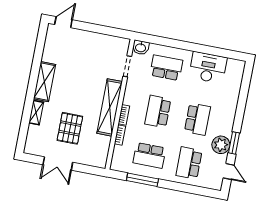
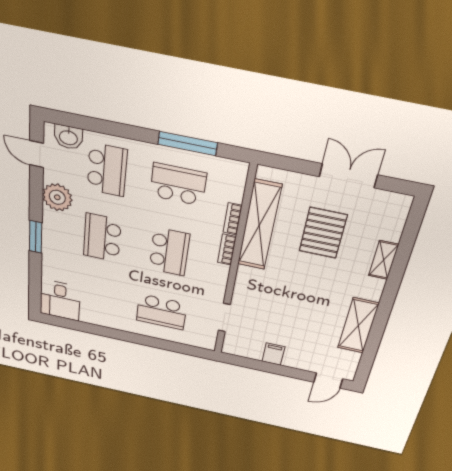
filing cabinet: (98, 40) -> (273, 354), added
washbasin: (141, 47) -> (68, 137), moved, turned 180
desk: (208, 68) -> (60, 300), moved, width x0.73
shelving: (44, 82) -> (358, 326), moved
shelving: (110, 107) -> (259, 225), moved
window: (234, 143) -> (36, 237), moved

